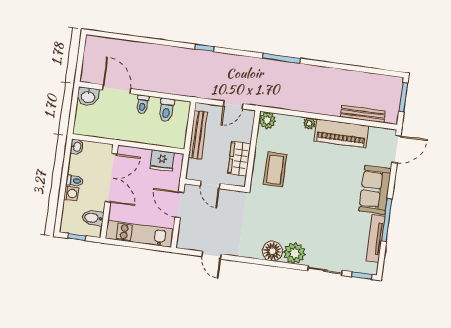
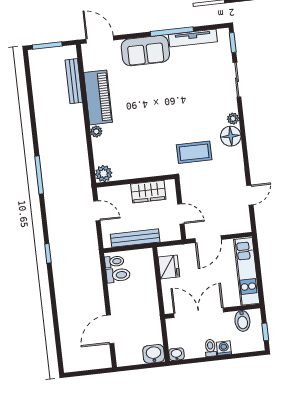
washbasin: (88, 97) -> (154, 354), moved, turned -90
toilet: (143, 104) -> (114, 261), moved
coffee table: (275, 169) -> (194, 152), moved
door: (210, 185) -> (181, 214), hinge flipped
plant: (294, 253) -> (233, 119), width x0.53, depth x0.53

